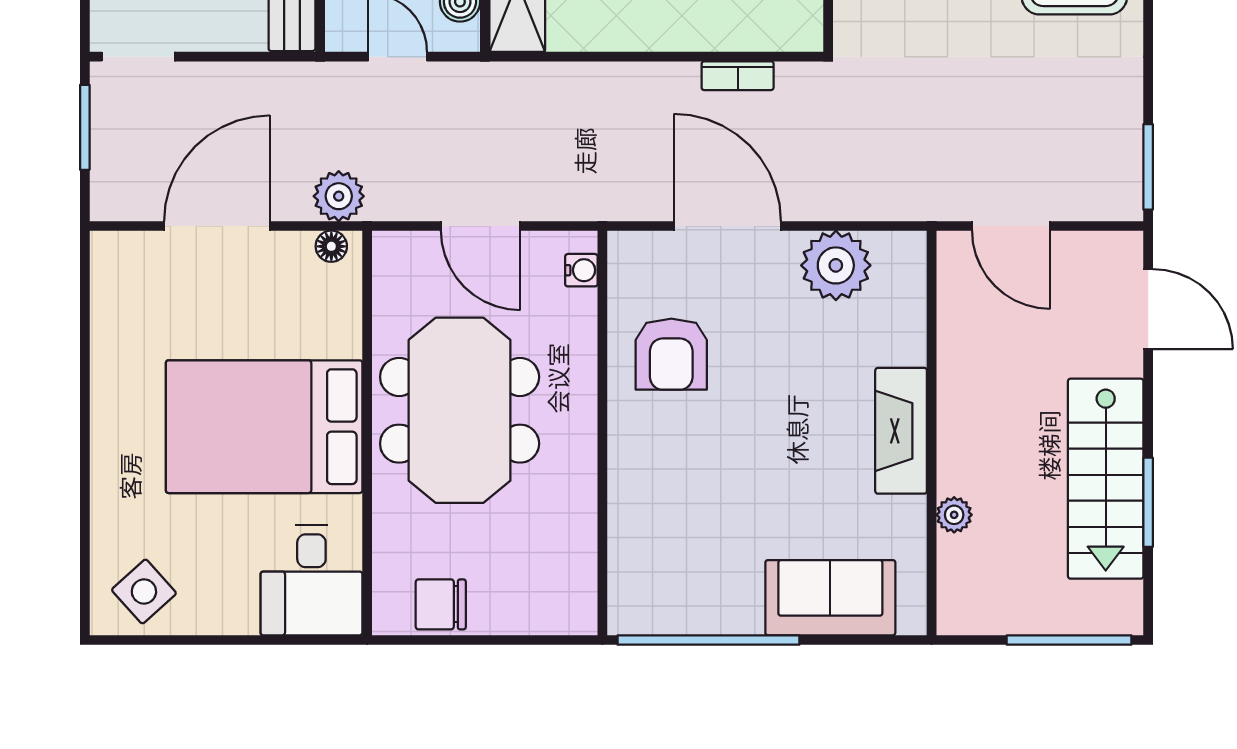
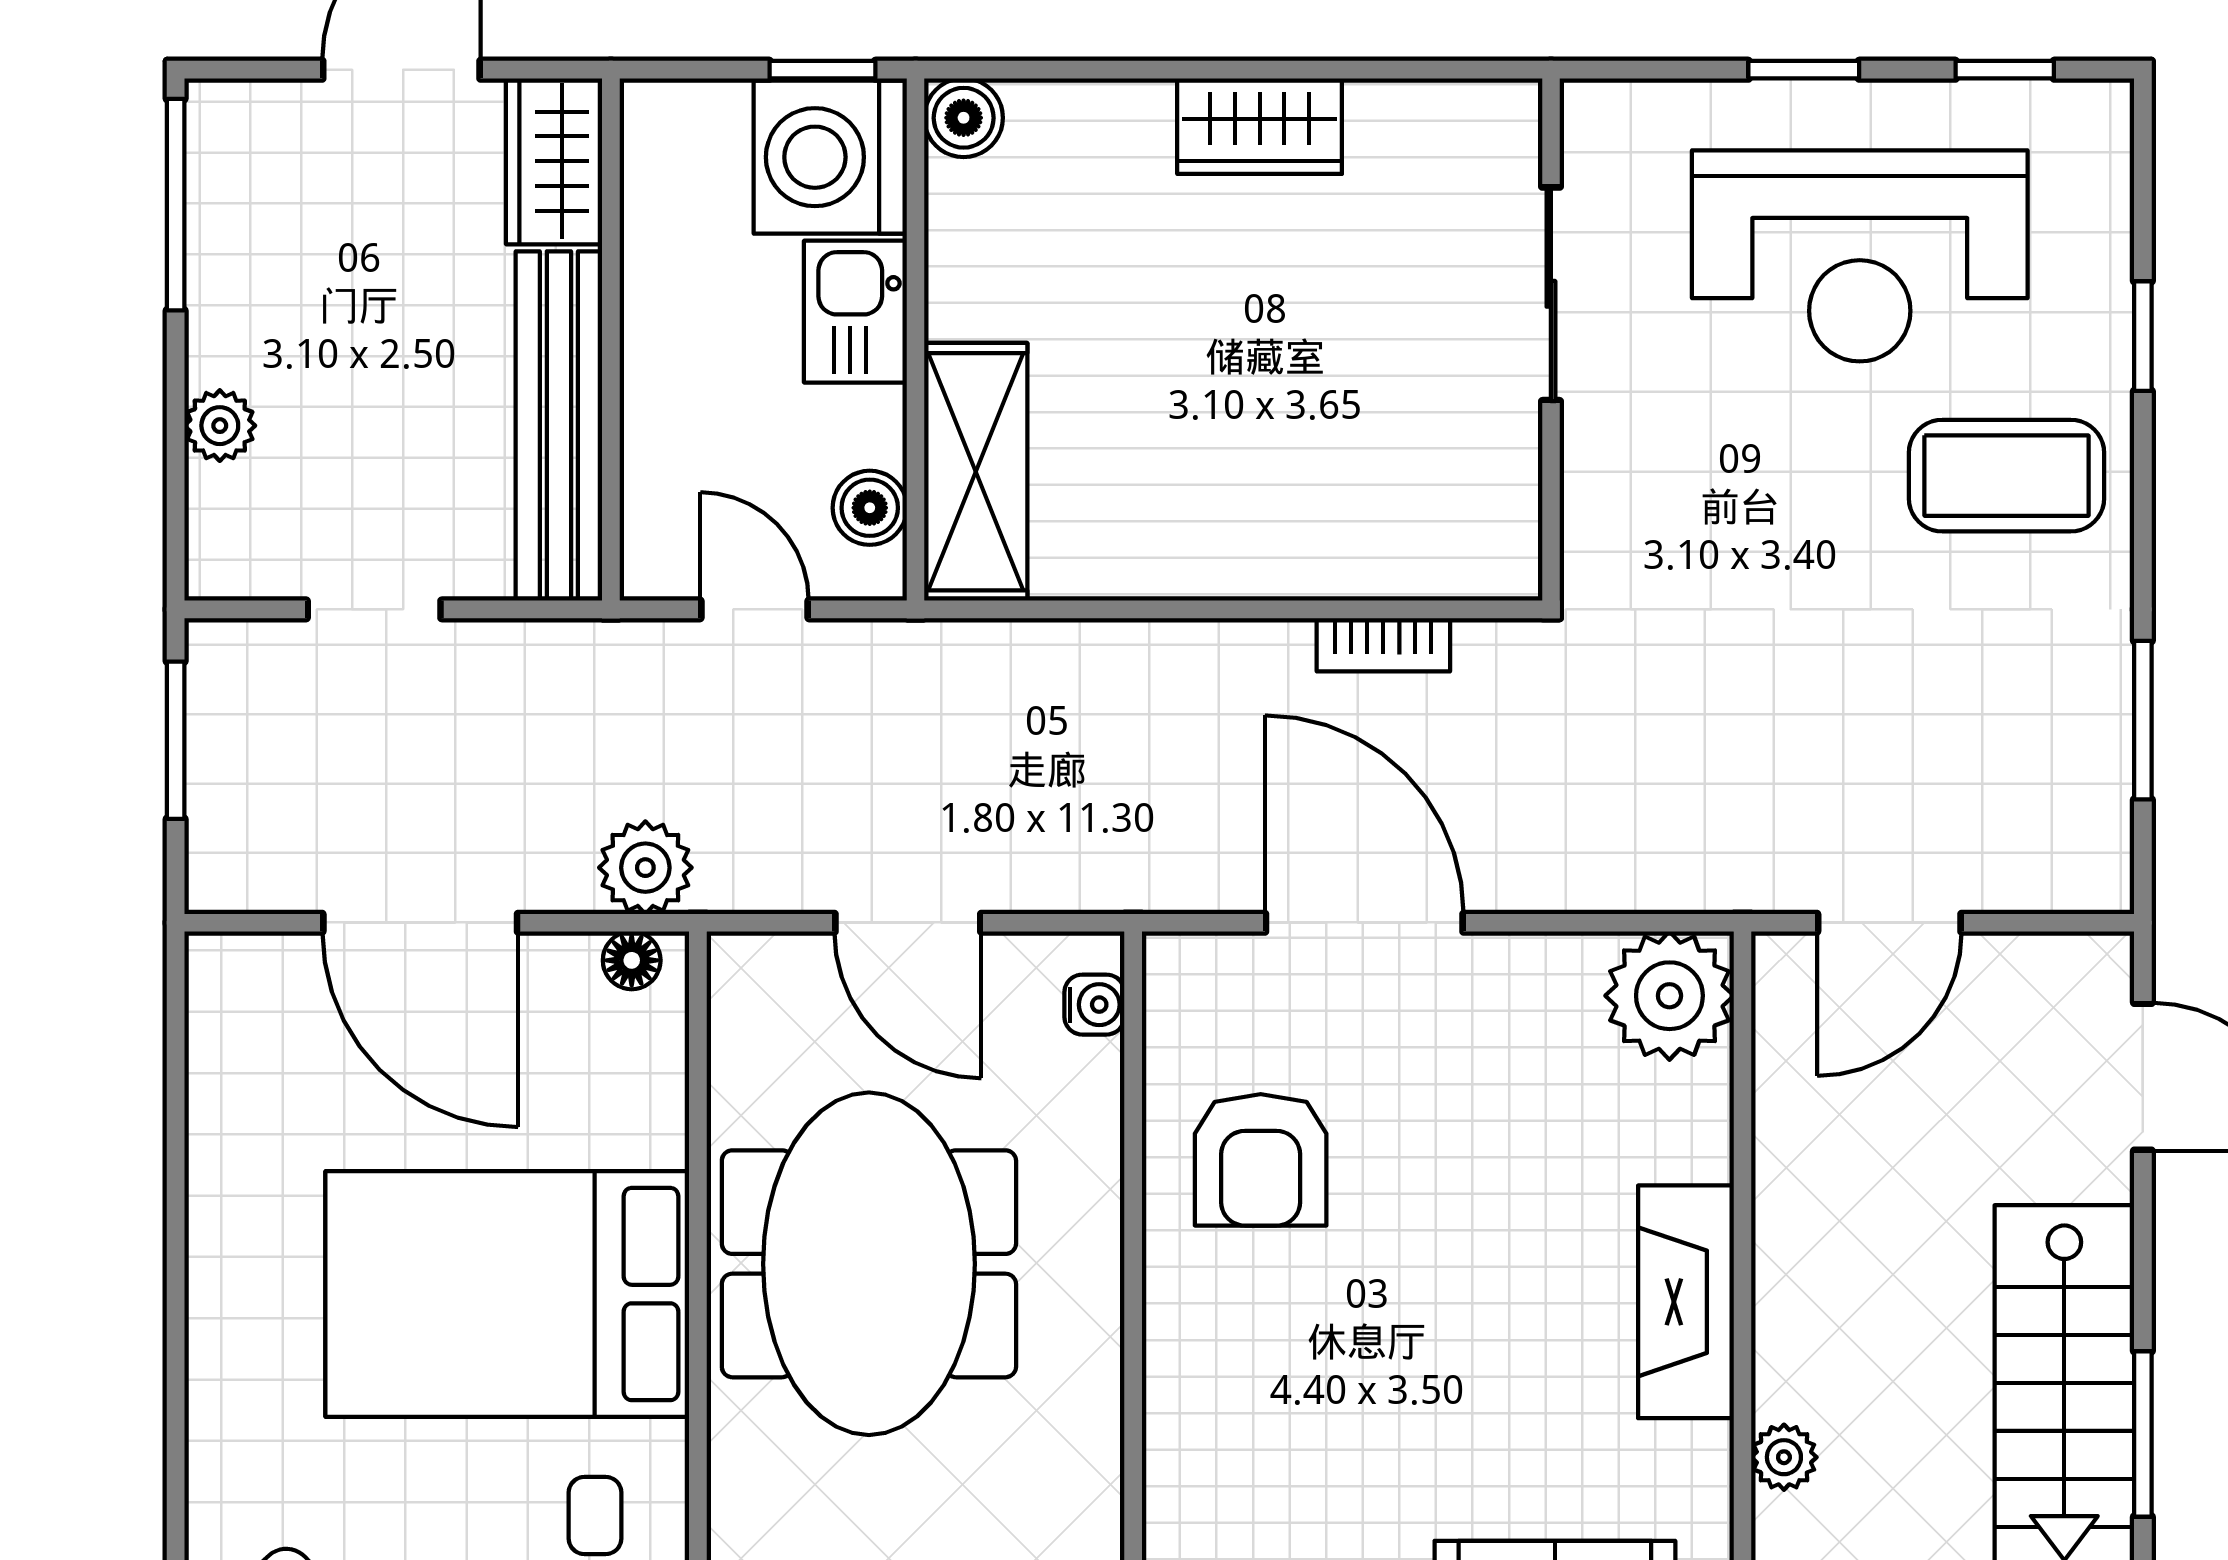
doorway: (139, 57) -> (374, 609), moved
window: (1148, 167) -> (2143, 720), moved
door: (217, 226) -> (420, 923), swing flipped
door: (1011, 226) -> (1889, 923), hinge flipped
plant: (836, 265) -> (1669, 996), moved

